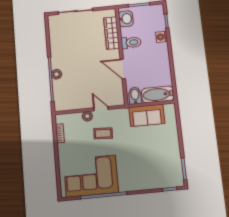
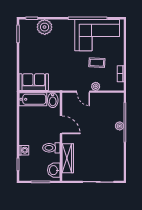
sofa: (147, 115) -> (34, 82), moved
coffee table: (103, 133) -> (97, 63), moved
plant: (153, 180) -> (45, 27), added

